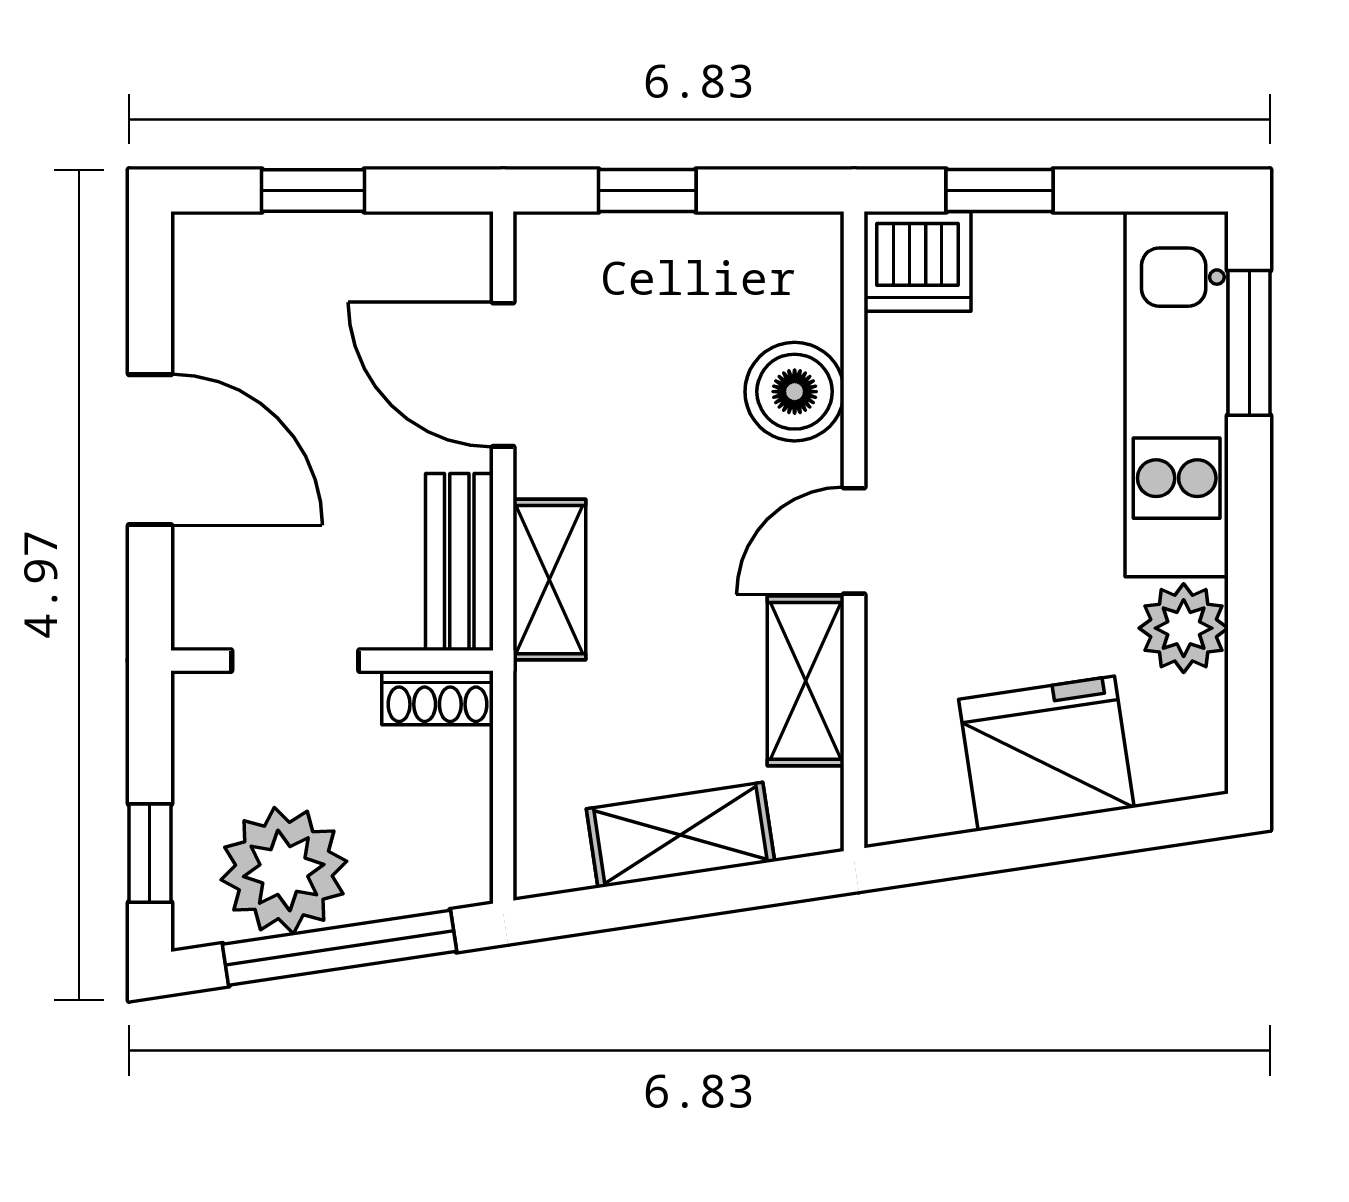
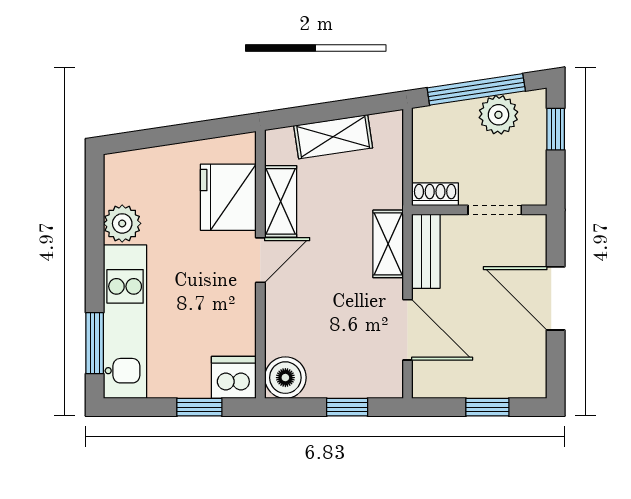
boiler: (795, 392) -> (285, 378), moved
fridge: (1046, 753) -> (228, 197), moved, turned 99
plant: (284, 870) -> (498, 115), width x0.73, depth x0.73

